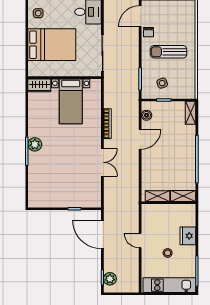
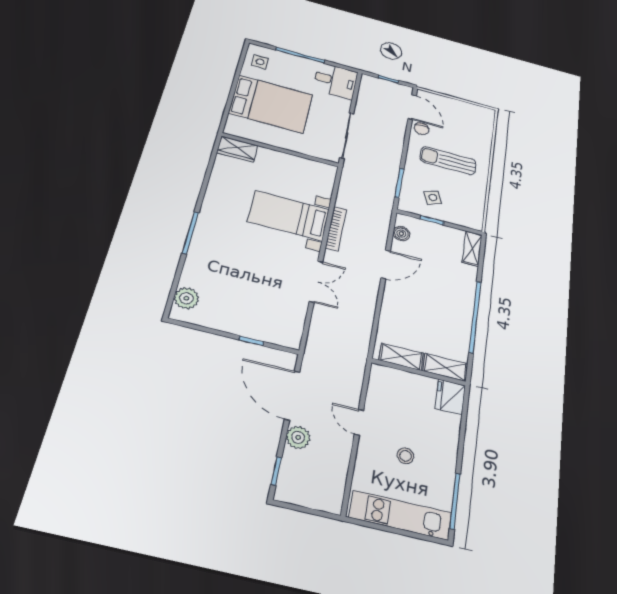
door: (140, 16) -> (412, 107), swing flipped
bed with nightstands: (71, 101) -> (289, 216), moved, turned 90
plant: (35, 144) -> (186, 298), moved
fridge: (188, 236) -> (450, 397), moved
plant: (110, 279) -> (298, 437), moved

